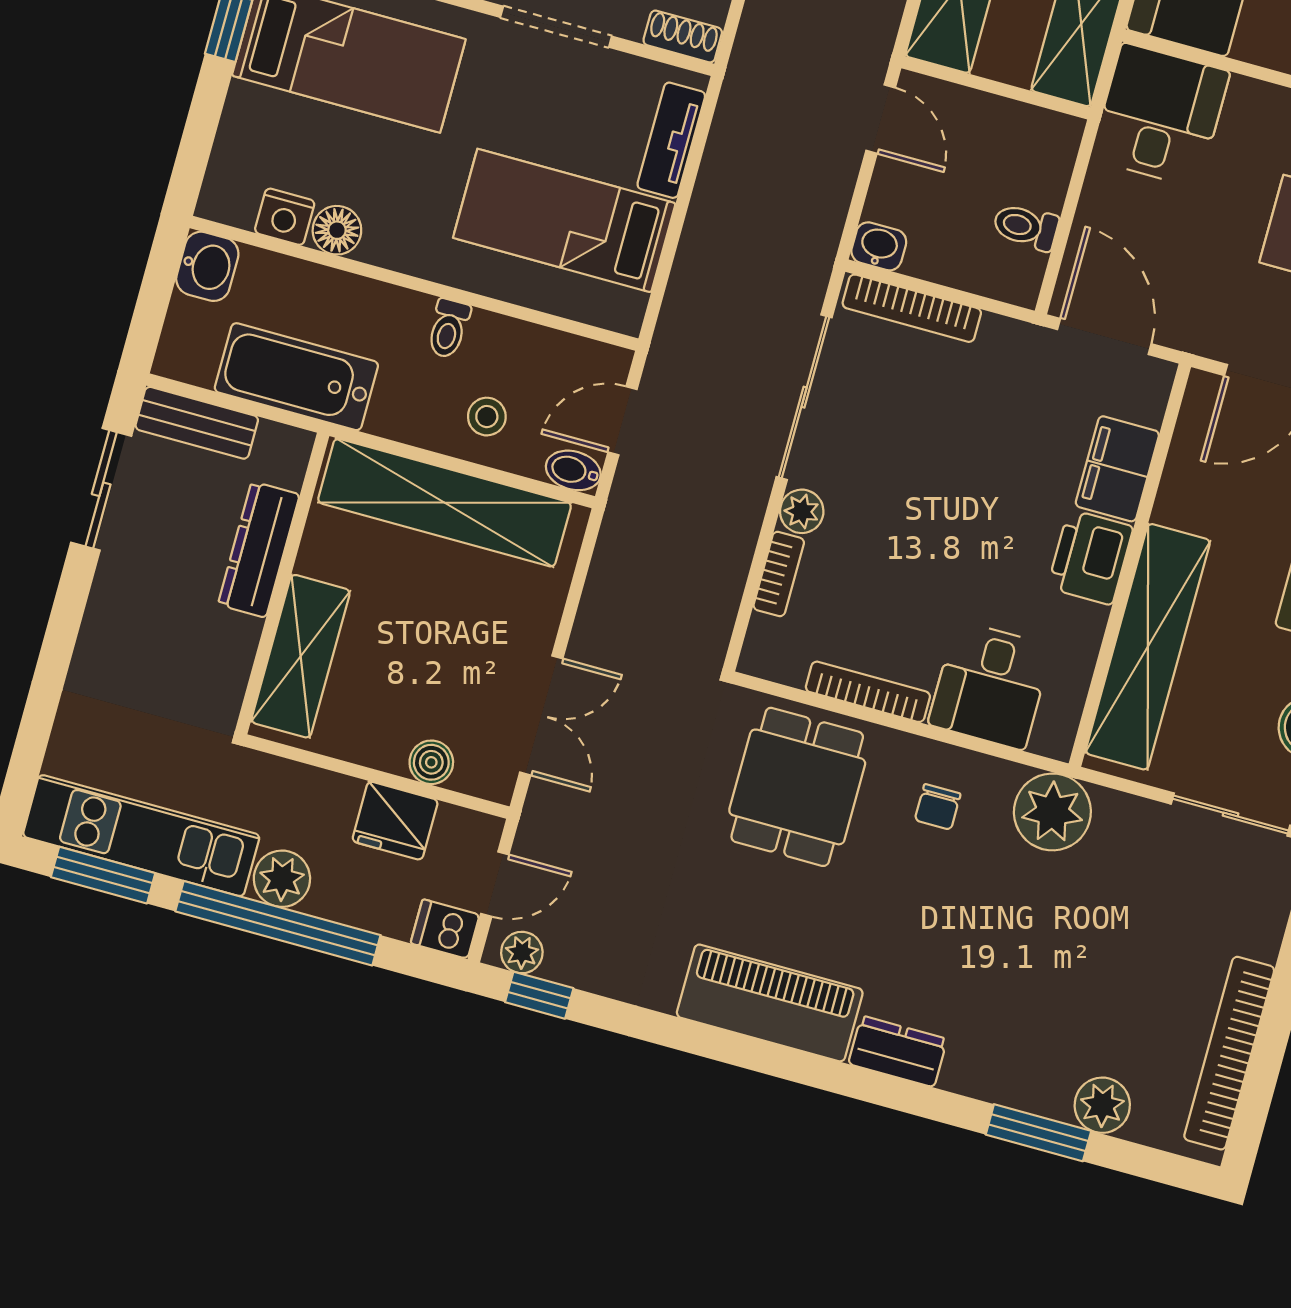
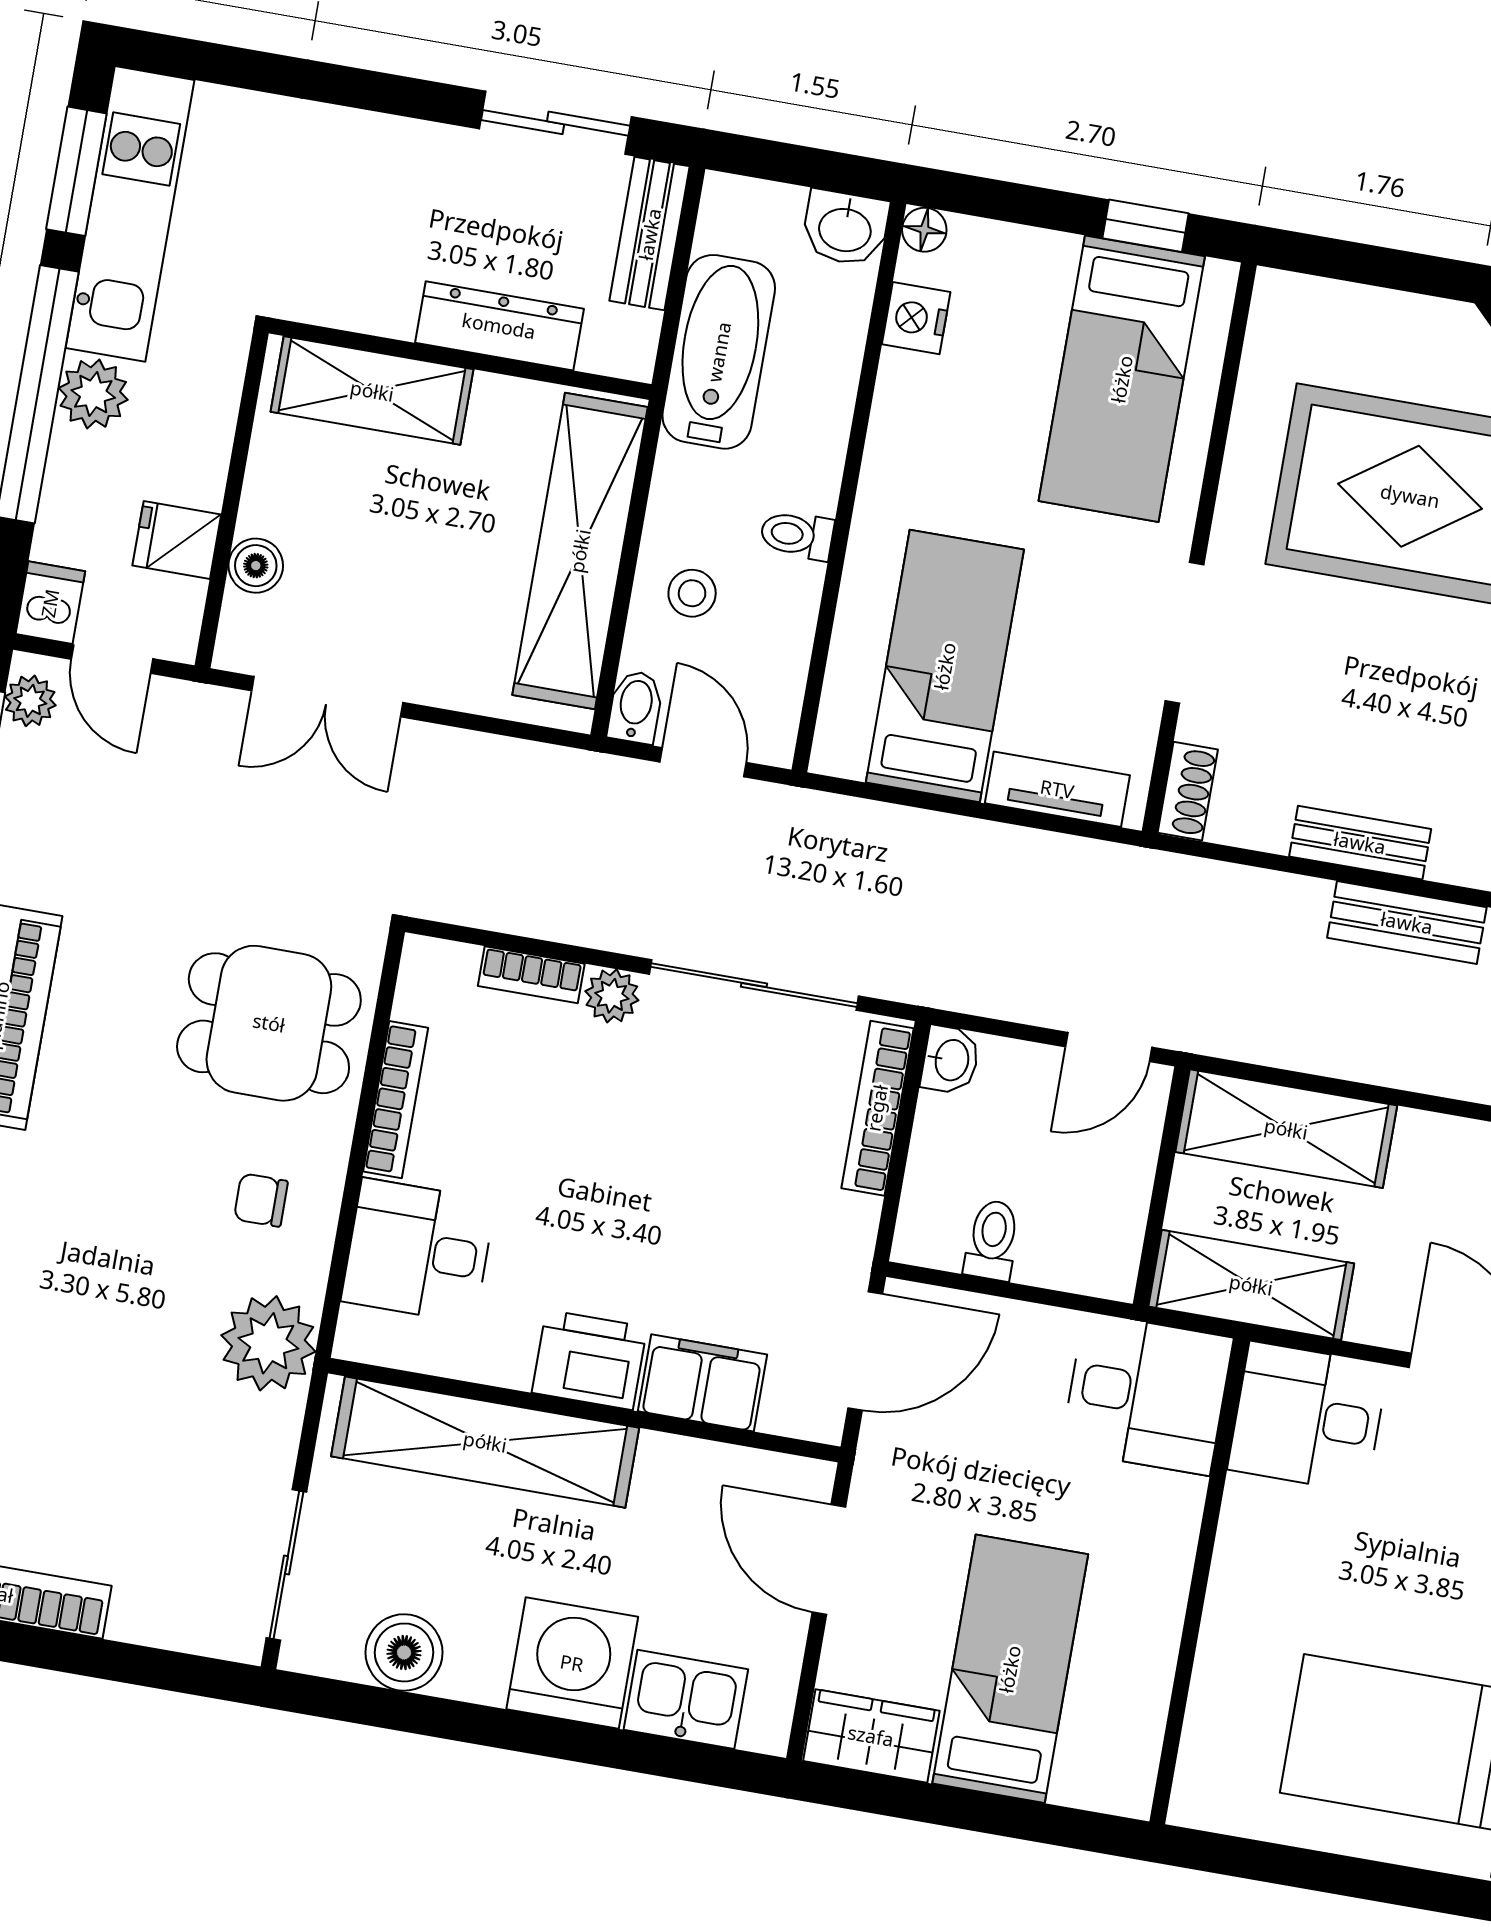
floor lamp: (337, 230) -> (924, 230), moved, width x0.73, depth x0.73
fridge: (395, 821) -> (177, 540), width x0.72

